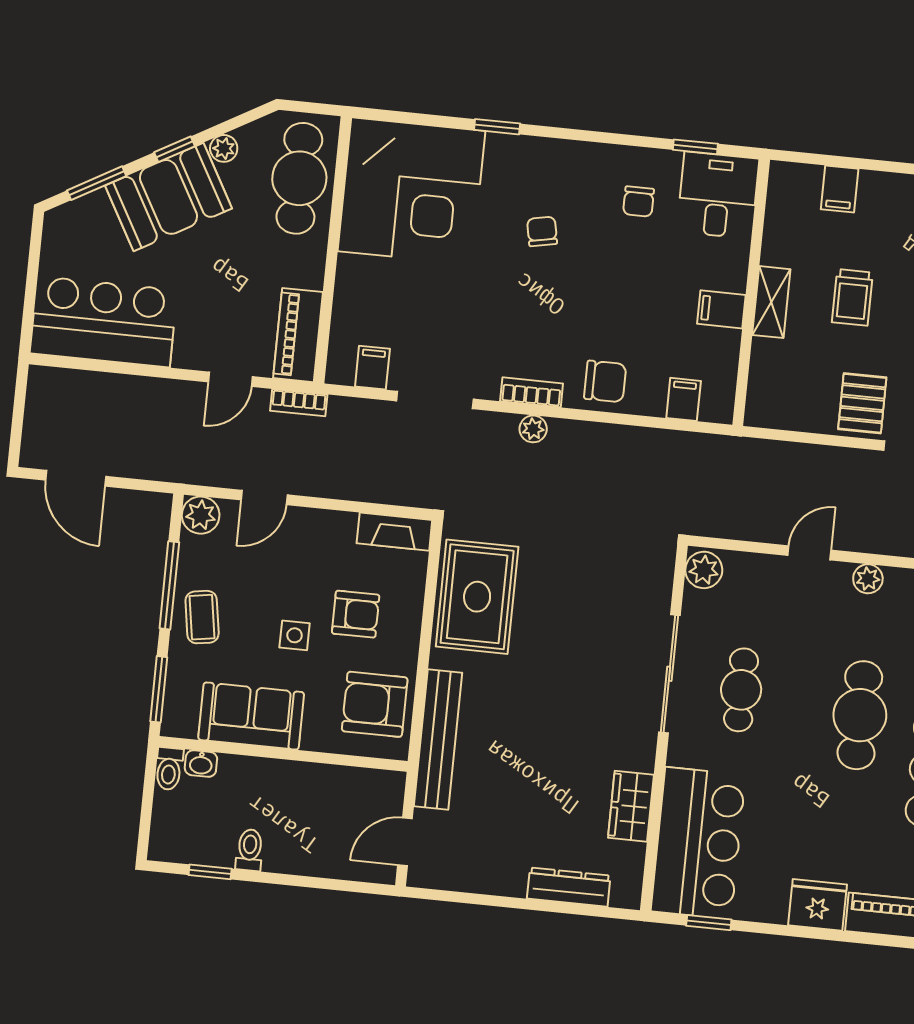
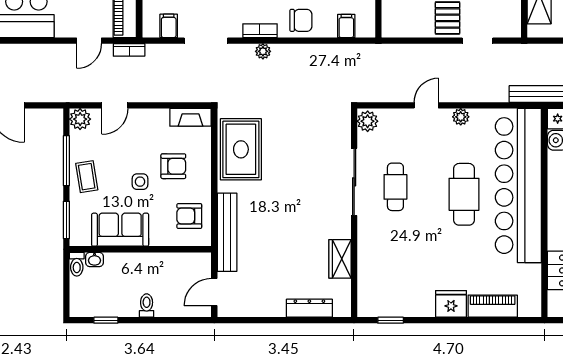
armchair: (375, 704) -> (189, 216), width x0.72, depth x0.72
bar counter: (698, 843) -> (380, 276), removed
toilet: (250, 850) -> (147, 306), moved

